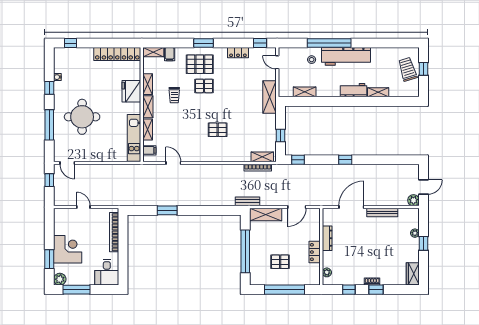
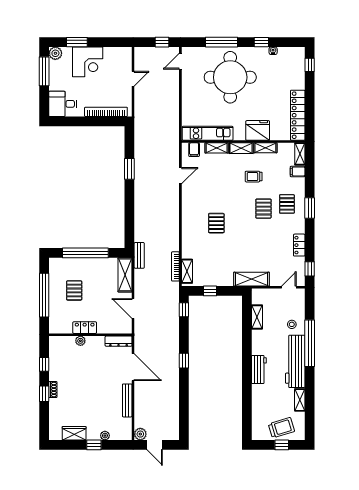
pallet: (200, 64) -> (287, 204), width x0.67, depth x0.71
shelving: (378, 92) -> (300, 400), moved
round table: (82, 117) -> (230, 77), width x1.36, depth x1.36
dresser: (327, 238) -> (119, 341), moved
plant: (327, 272) -> (80, 341), moved
wardrobe: (413, 274) -> (74, 433), moved

